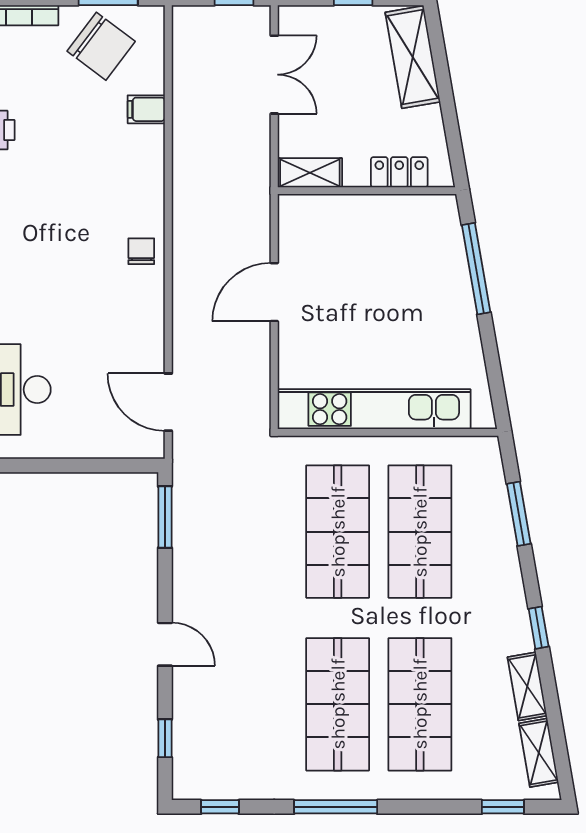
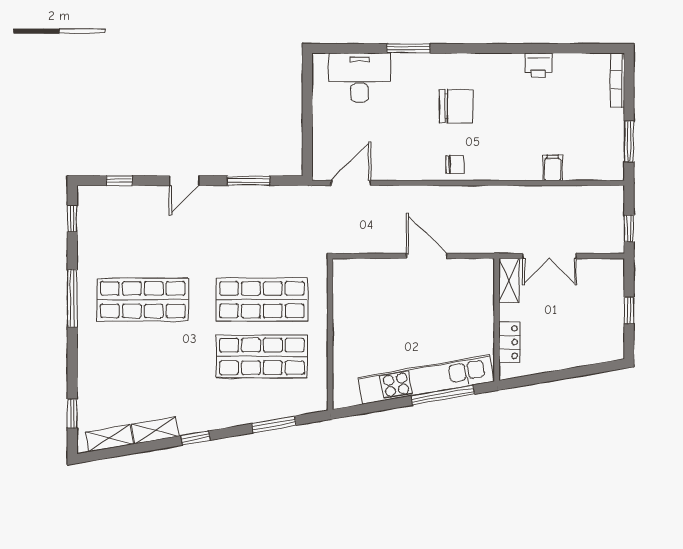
chair: (101, 46) -> (456, 106), moved, turned -127
shelving: (413, 57) -> (589, 351), removed
double door: (274, 75) -> (549, 256), moved
kitchen unit: (374, 409) -> (426, 379), moved, turned -100
window: (165, 517) -> (249, 181), moved
shop shelf: (420, 704) -> (143, 356), removed

